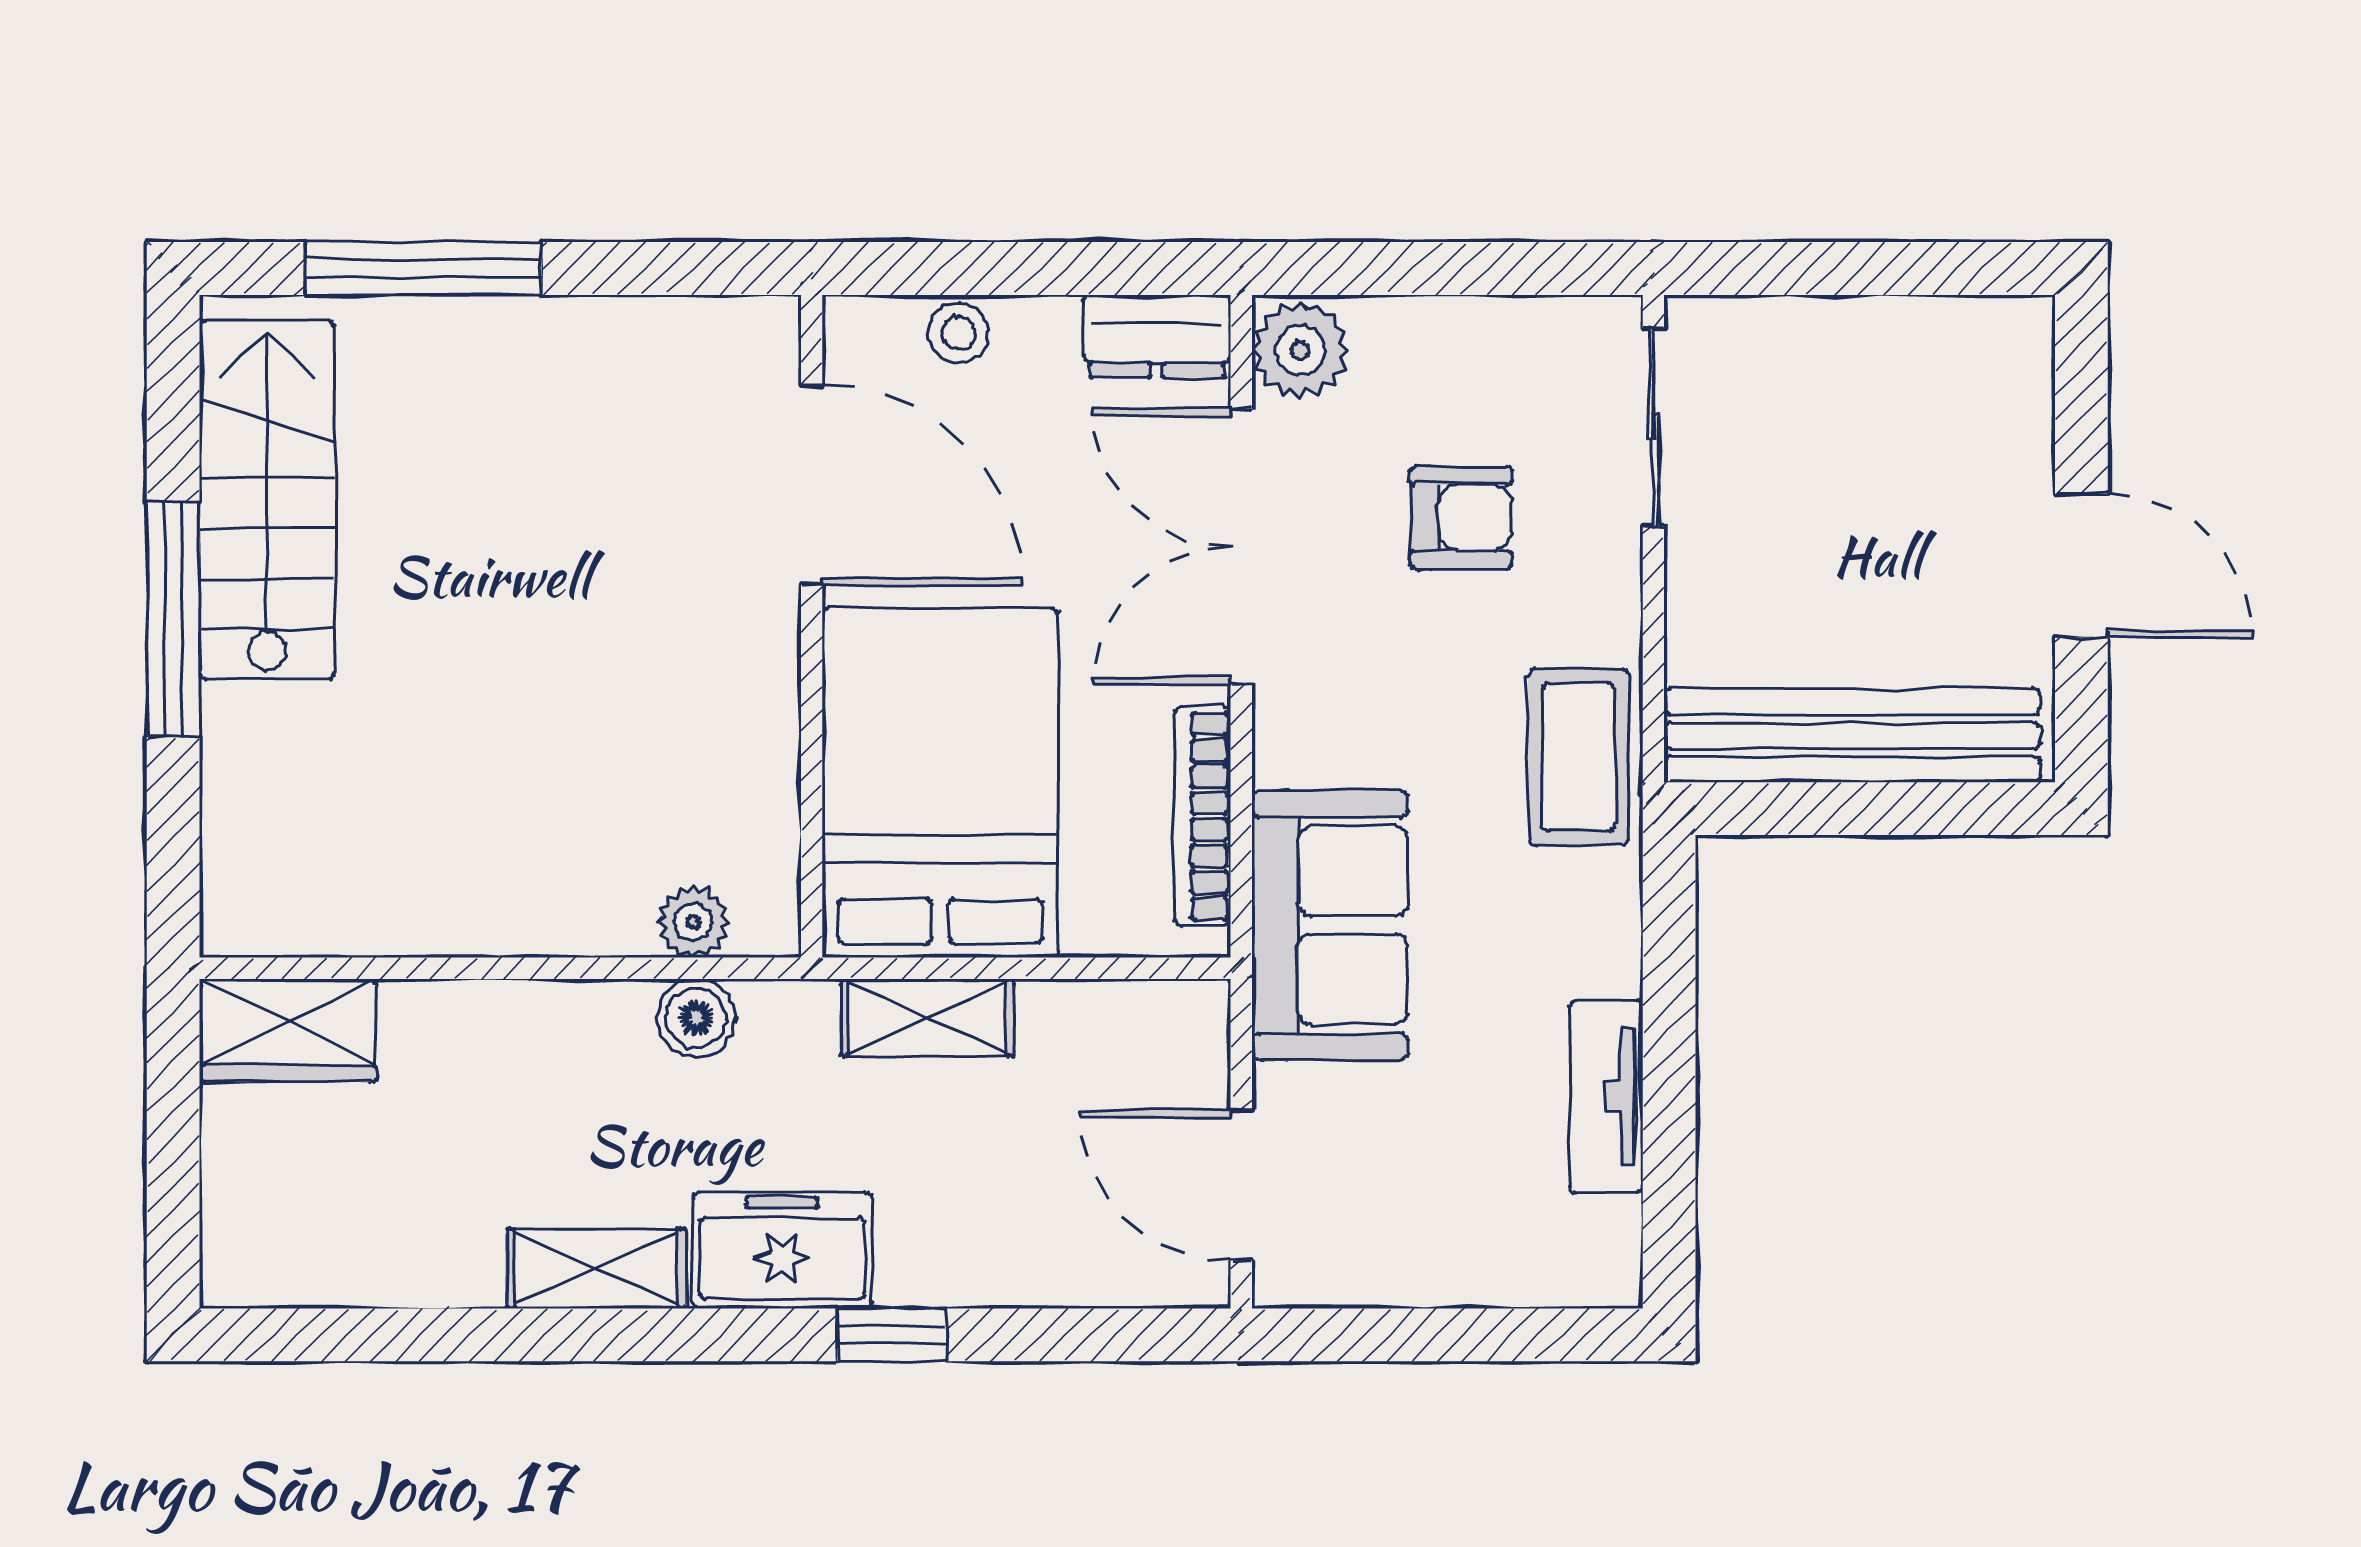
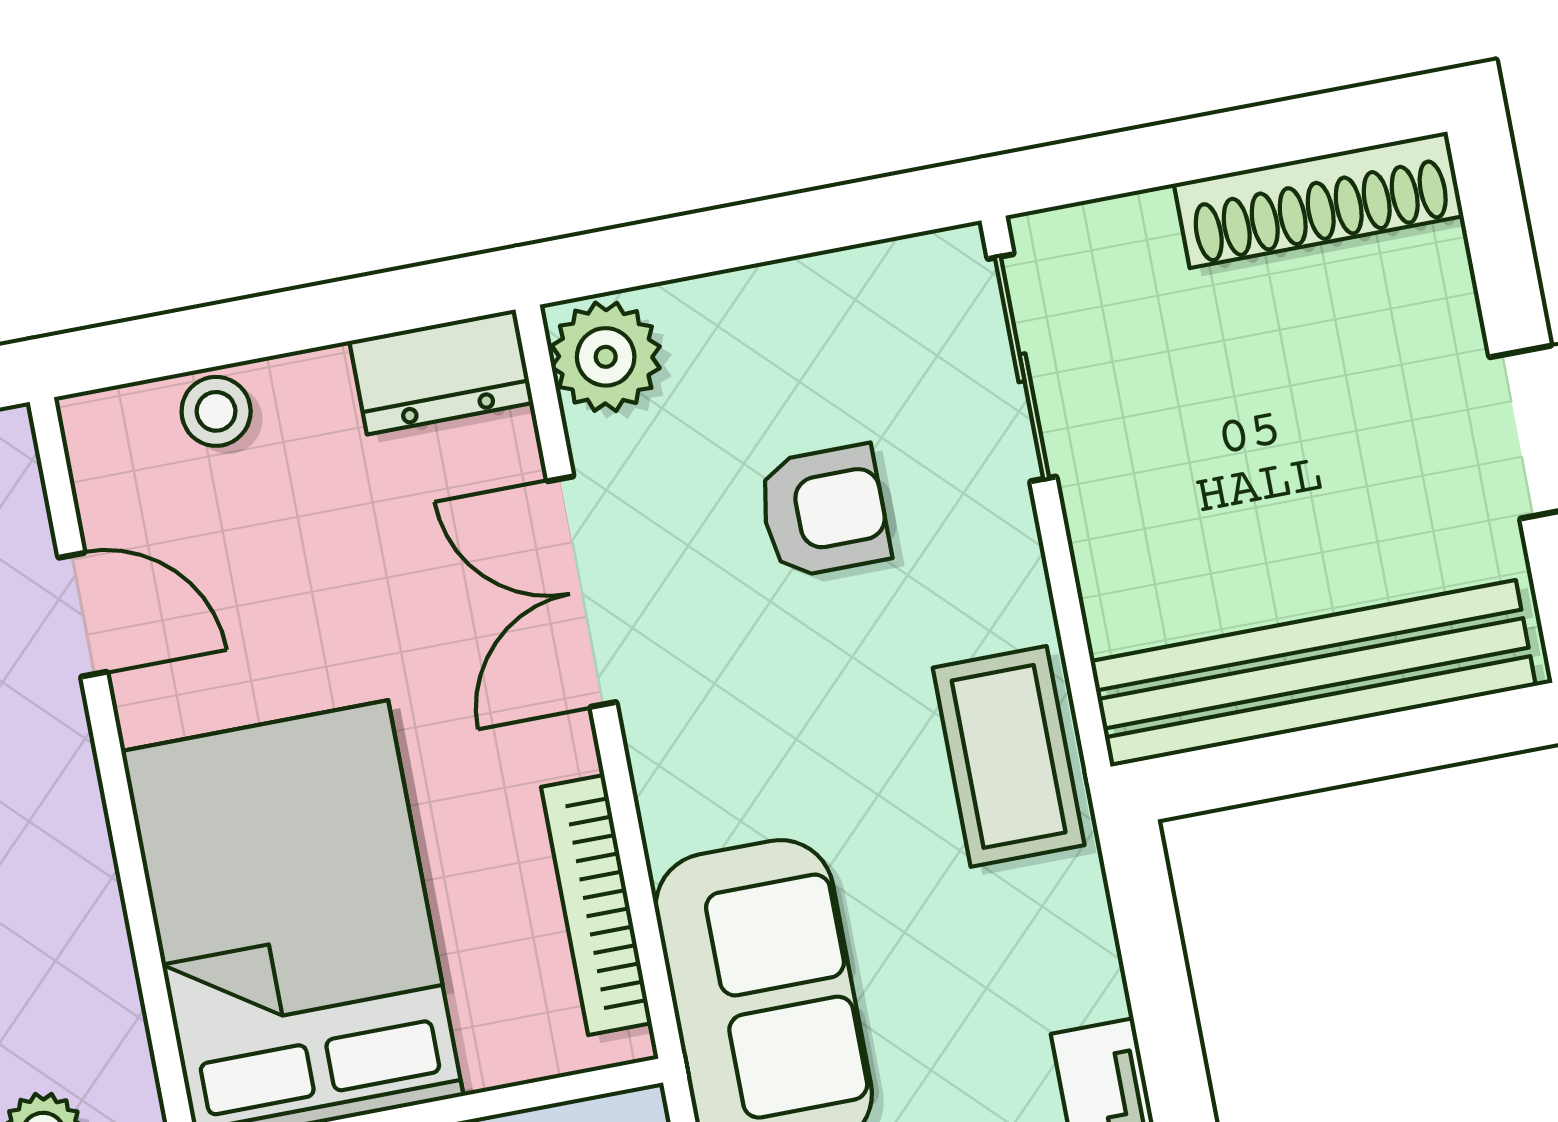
shoe rack: (1934, 332) -> (1319, 200), added
door: (812, 485) -> (83, 615), width x0.53
double door: (1241, 547) -> (582, 592), width x0.73

